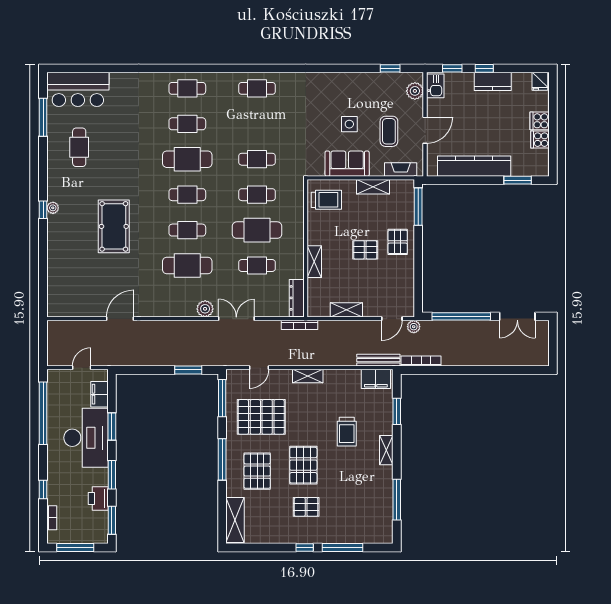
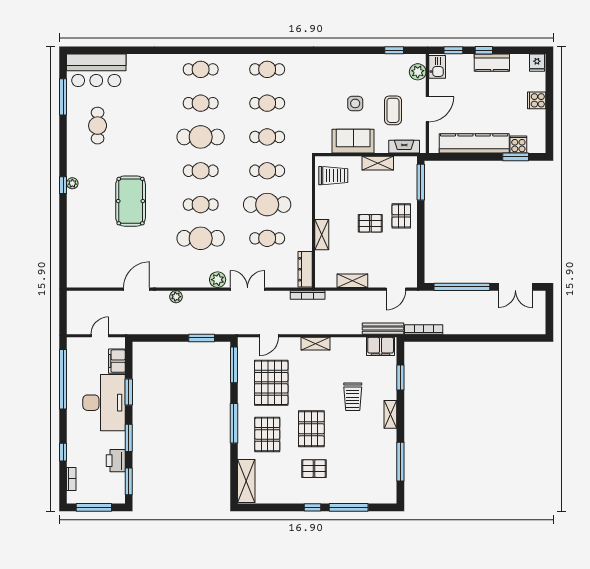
cafe table: (257, 124) -> (267, 103), added
cooker: (540, 140) -> (518, 145), moved, turned 90
plant: (414, 327) -> (176, 297), moved
pallet: (261, 417) -> (271, 383), turned 90

